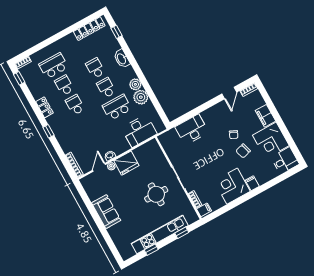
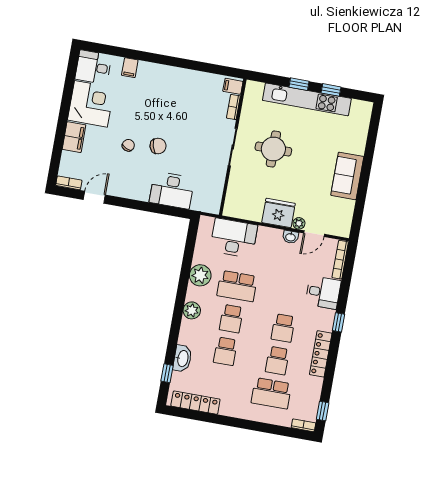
washbasin: (122, 59) -> (182, 358), moved
plant: (135, 84) -> (192, 310), moved
locker: (44, 107) -> (321, 354), width x1.53
desk: (69, 140) -> (323, 292), added
chair: (243, 151) -> (158, 146), moved
filing cabinet: (252, 183) -> (130, 68), moved
corner desk: (232, 186) -> (178, 87), removed
window: (182, 233) -> (299, 84), moved

